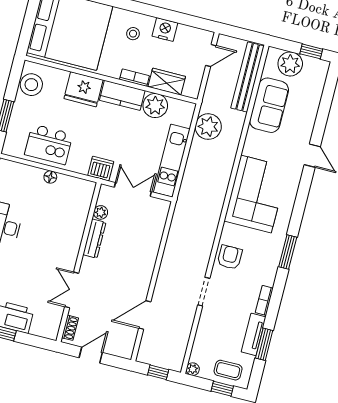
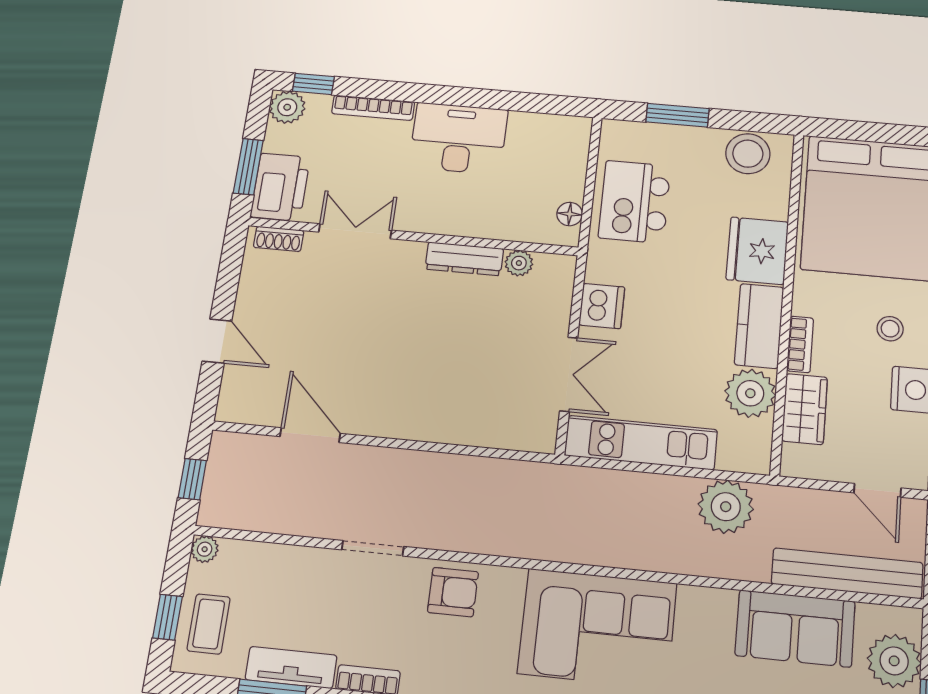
plant: (101, 212) -> (519, 263), moved
dresser: (94, 239) -> (464, 259), moved
wall: (79, 262) -> (413, 236), moved
double door: (72, 290) -> (355, 231), moved
shoe rack: (70, 328) -> (279, 239), moved

